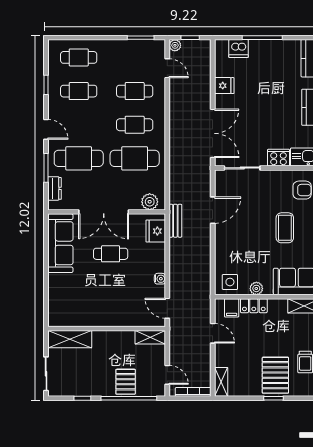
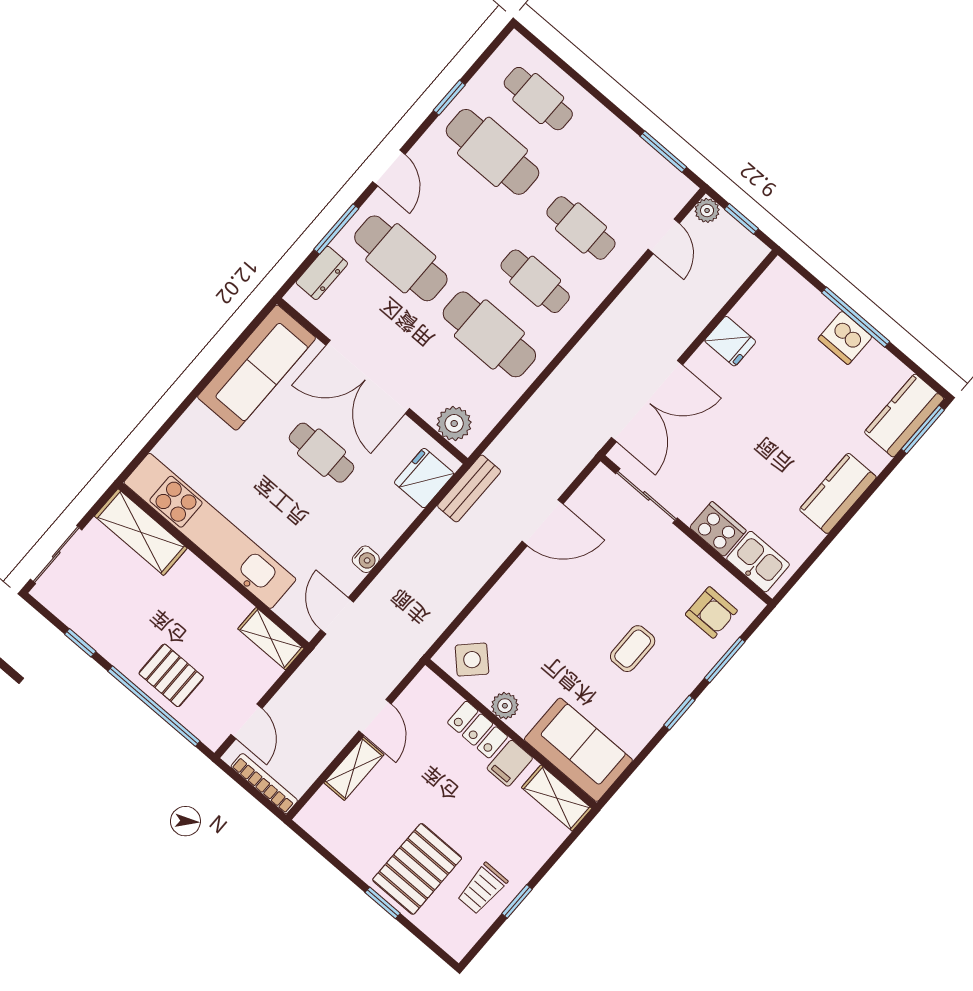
dishwasher: (239, 48) -> (845, 338), moved
cafe table: (79, 91) -> (492, 152), width x1.37, depth x1.35
coffee table: (285, 228) -> (633, 649), width x0.73, depth x0.77
side table: (230, 282) -> (472, 660), turned 45
filing cabinet: (232, 308) -> (510, 763), moved
kitchen unit: (94, 317) -> (210, 531), added
pallet: (126, 382) -> (171, 675), turned 90
shelving: (221, 382) -> (354, 769), moved

